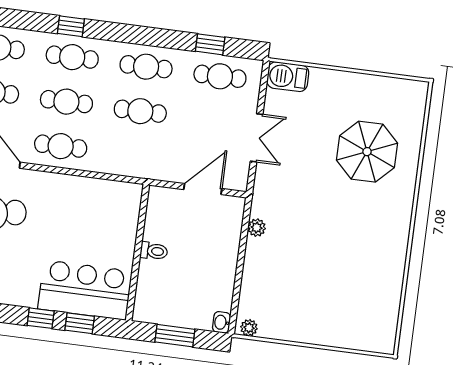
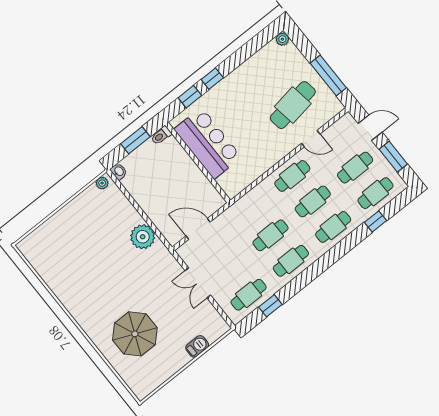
window: (71, 26) -> (375, 221), moved
barbecue: (288, 77) -> (197, 346), moved, width x0.73, depth x0.79
door: (203, 189) -> (198, 229), swing flipped
plant: (257, 228) -> (143, 237), width x1.88, depth x1.88
toilet: (154, 251) -> (161, 135), moved
bar counter: (85, 290) -> (208, 143), moved, turned -90

